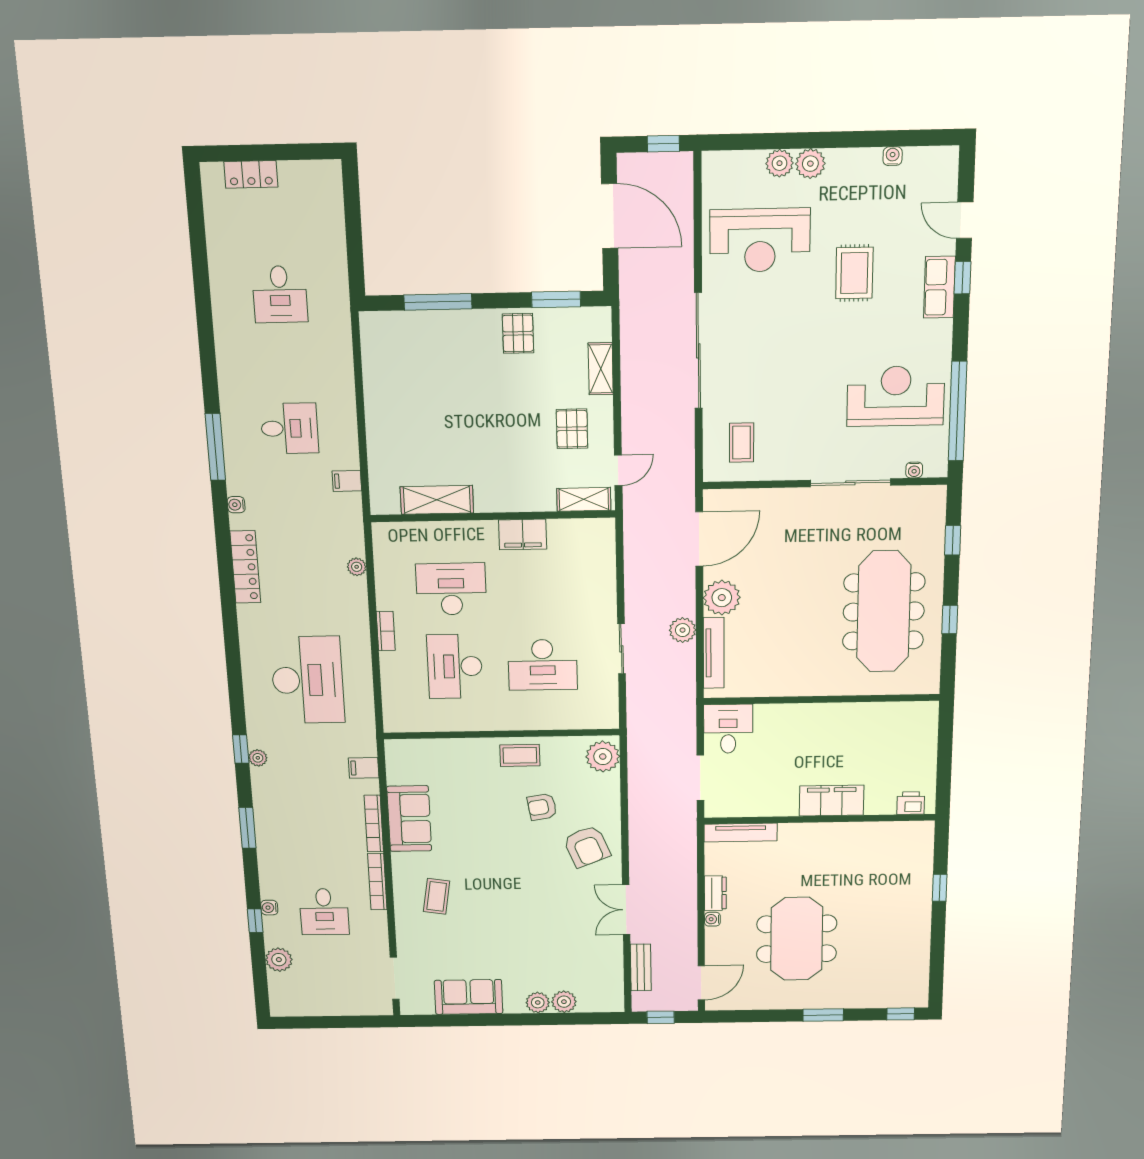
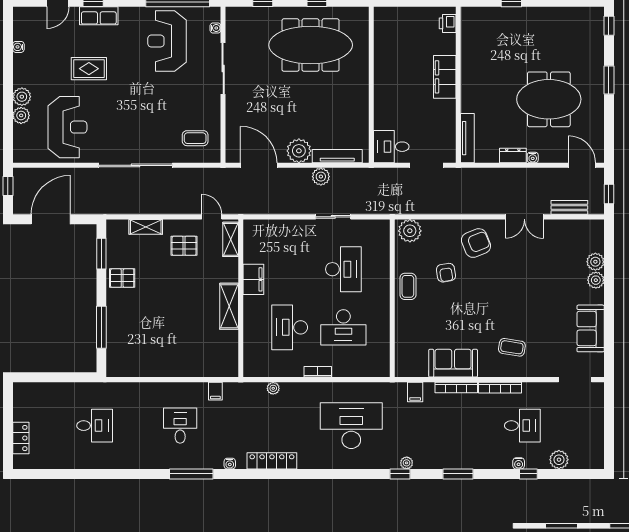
shelving: (437, 500) -> (229, 306), moved

